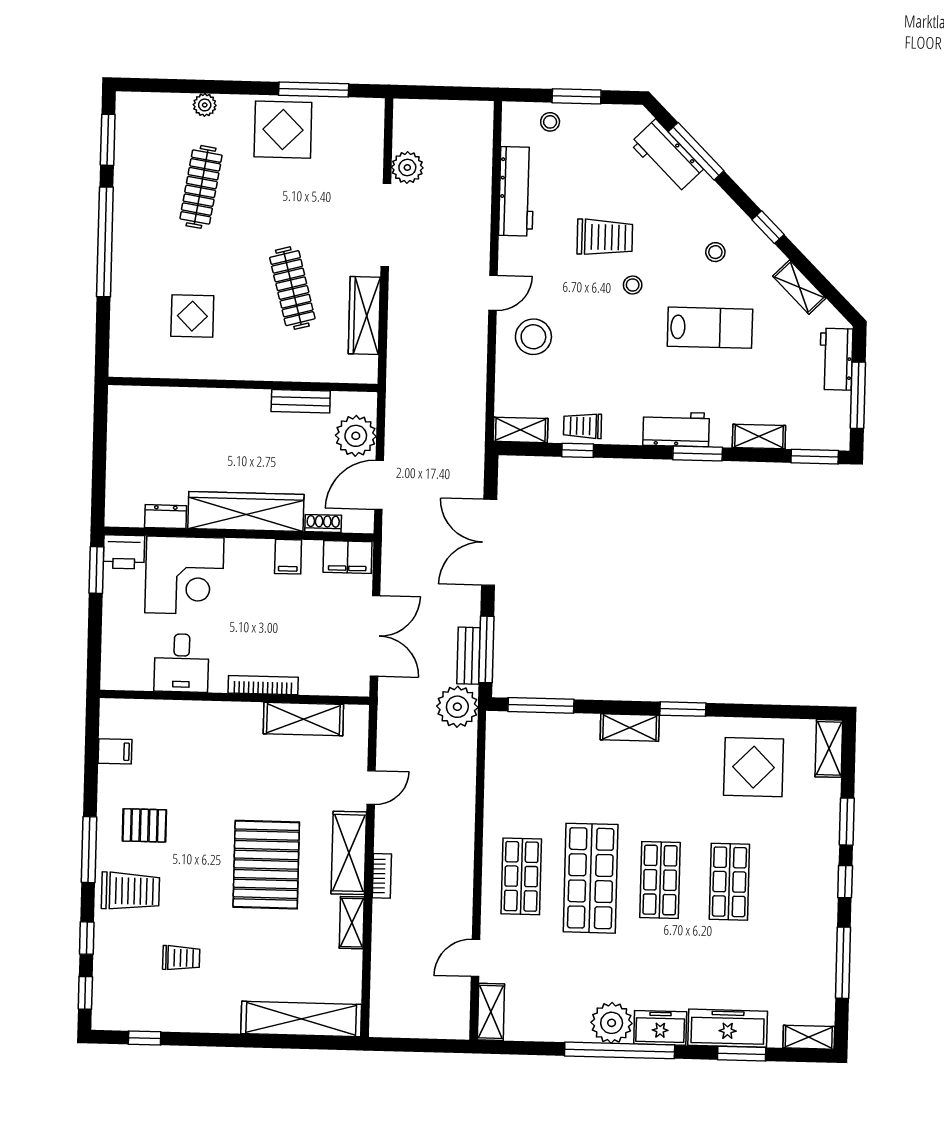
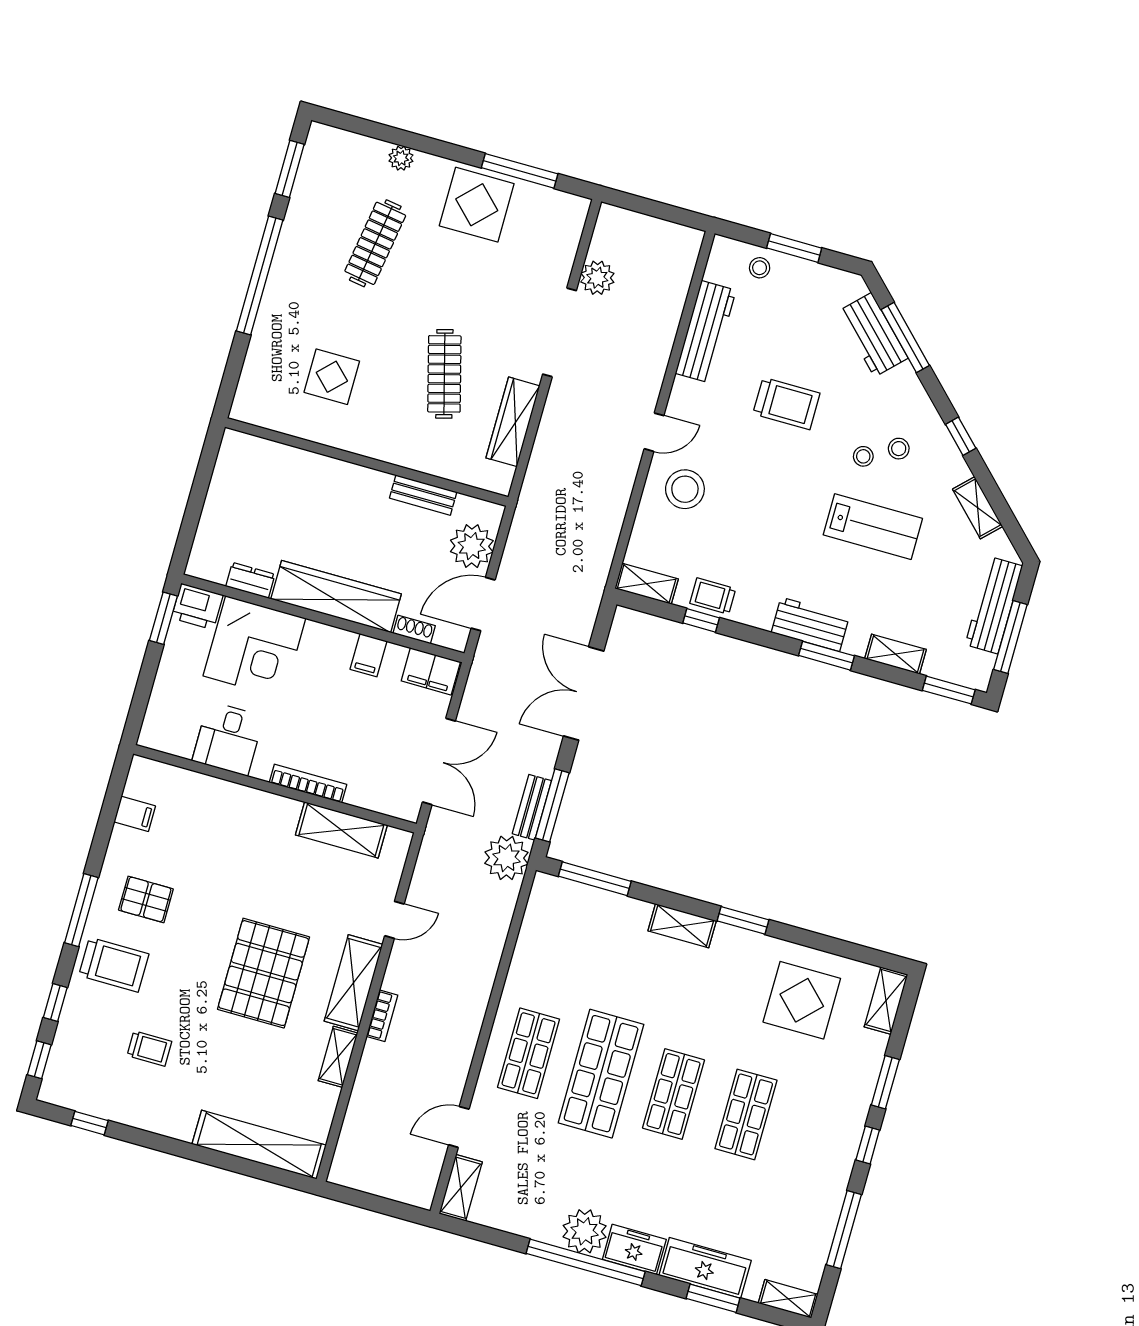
stool: (633, 285) -> (863, 456), moved
workbench: (836, 359) -> (994, 605), width x1.38

